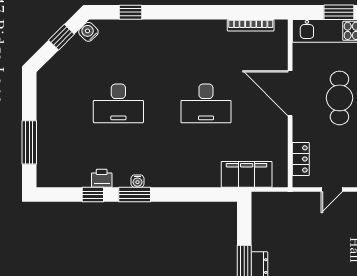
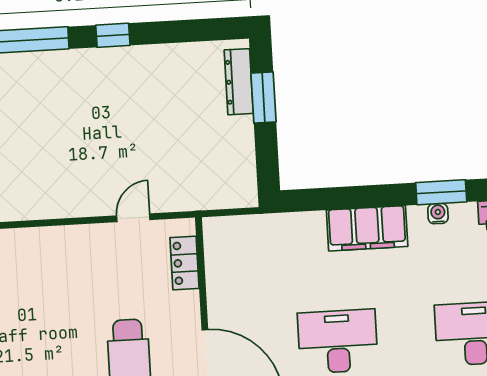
filing cabinet: (247, 174) -> (367, 228), moved

